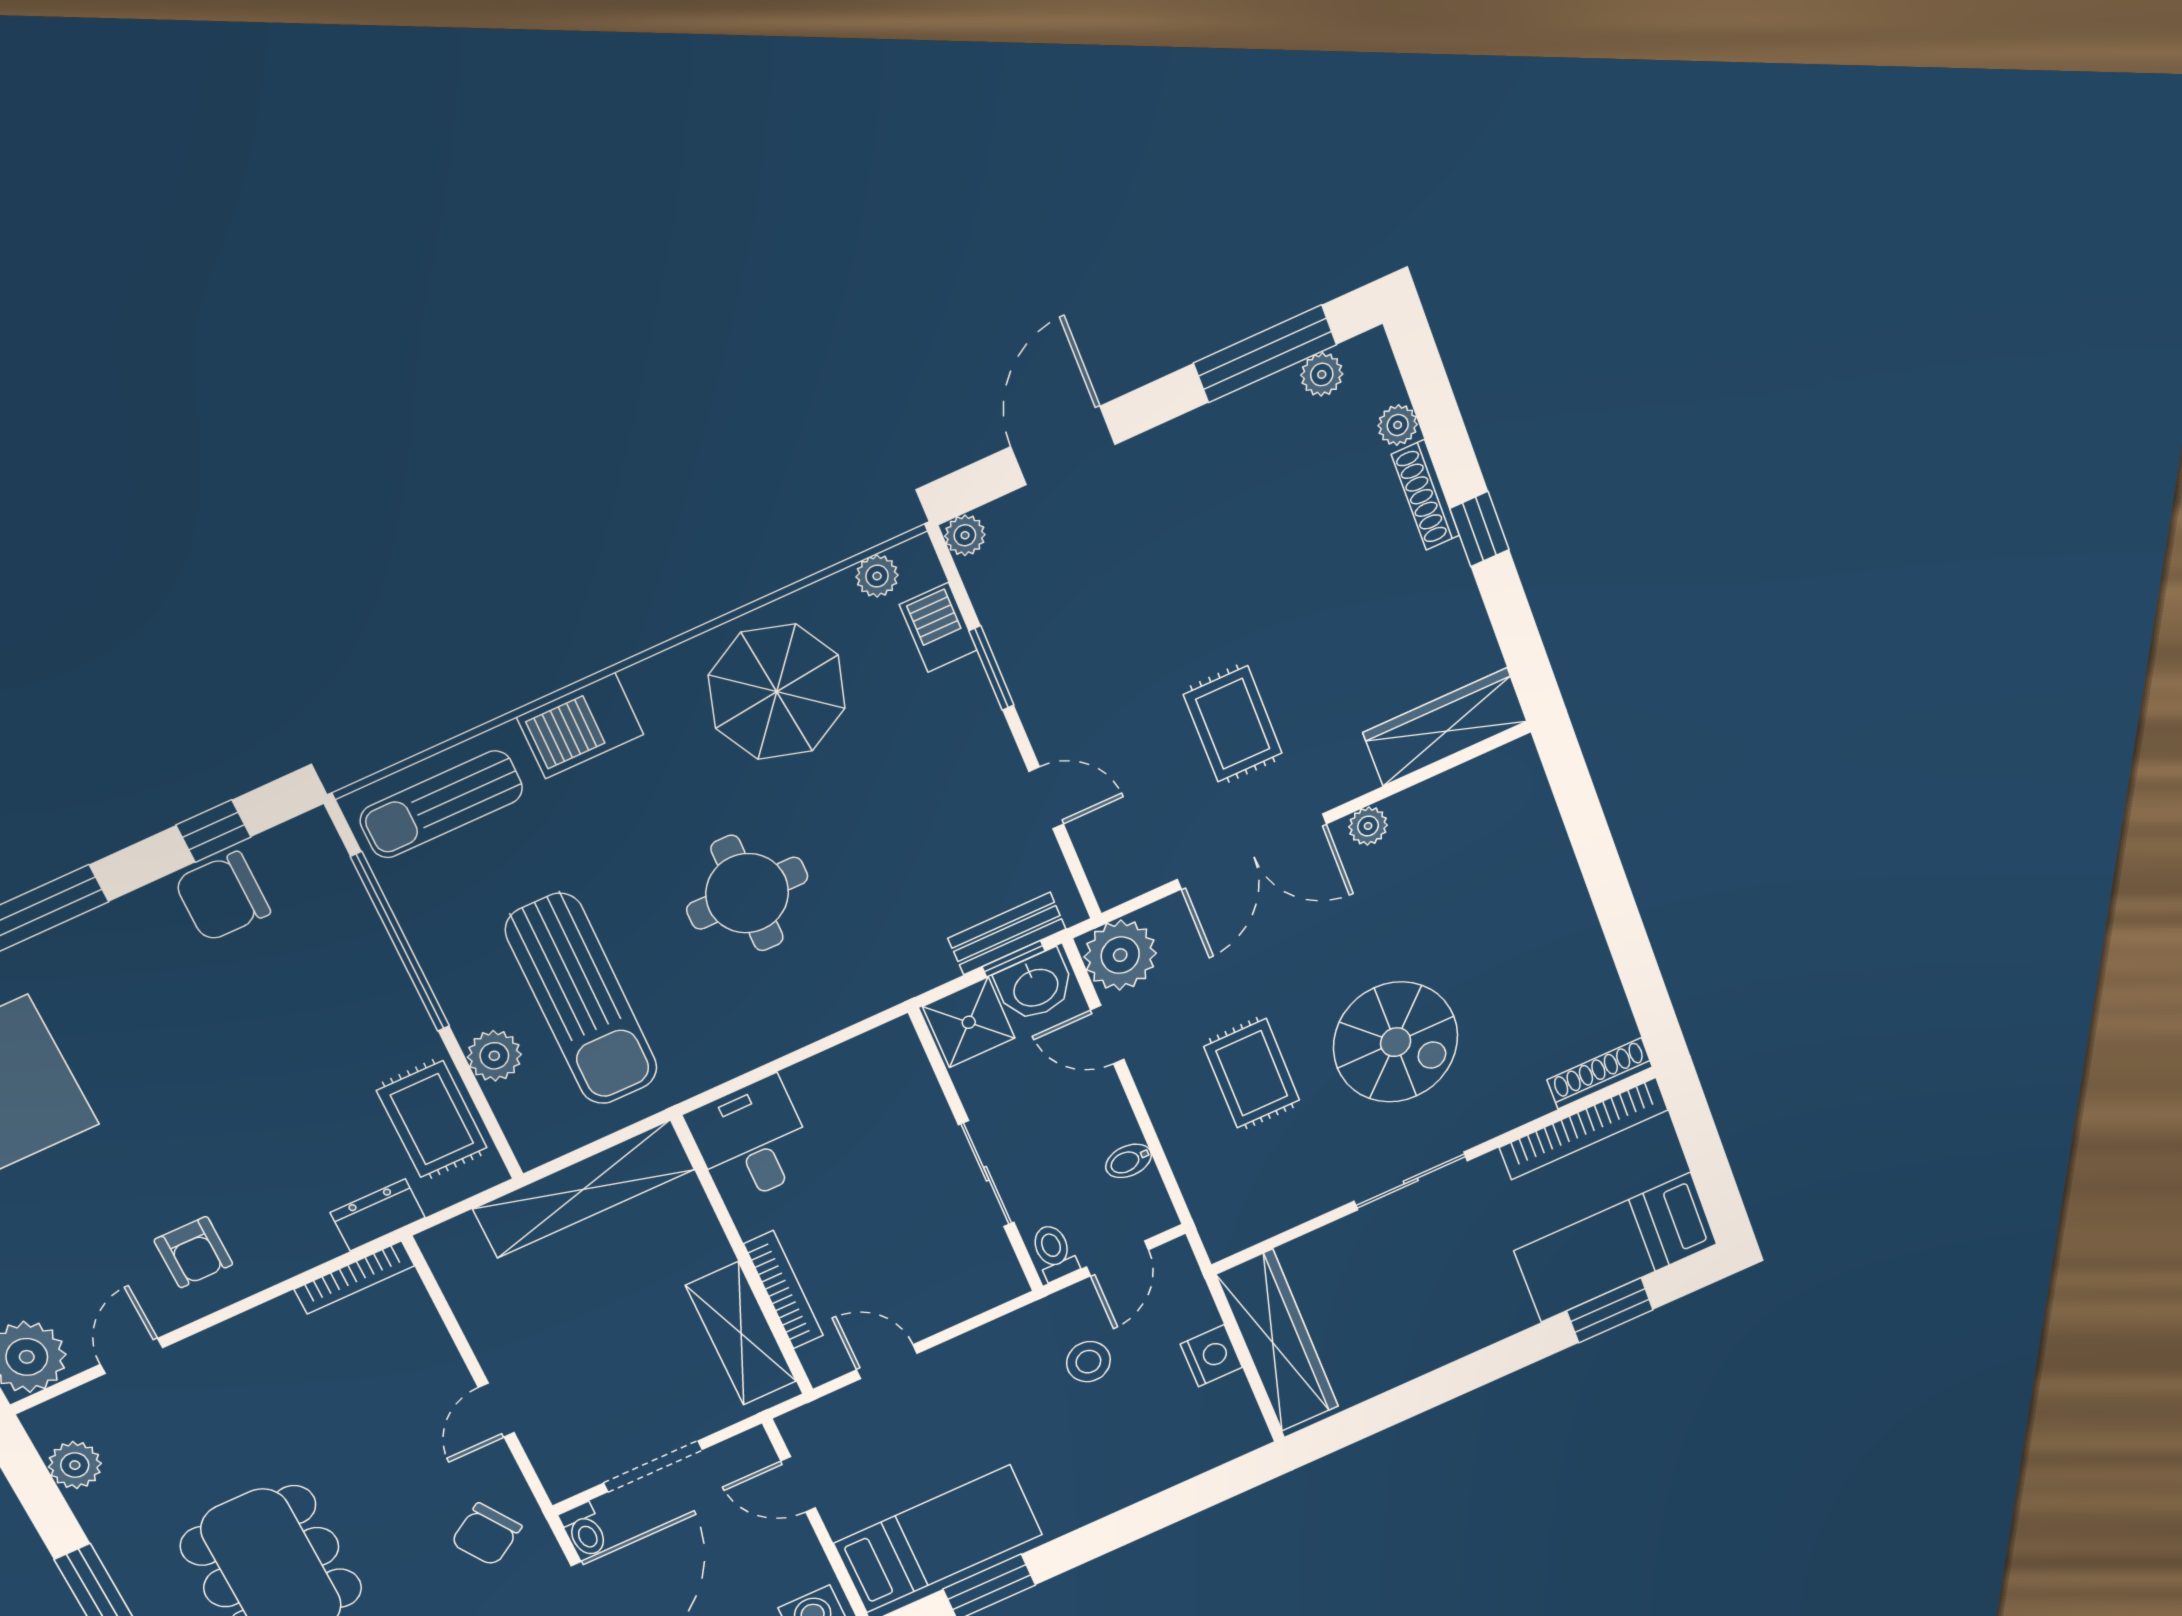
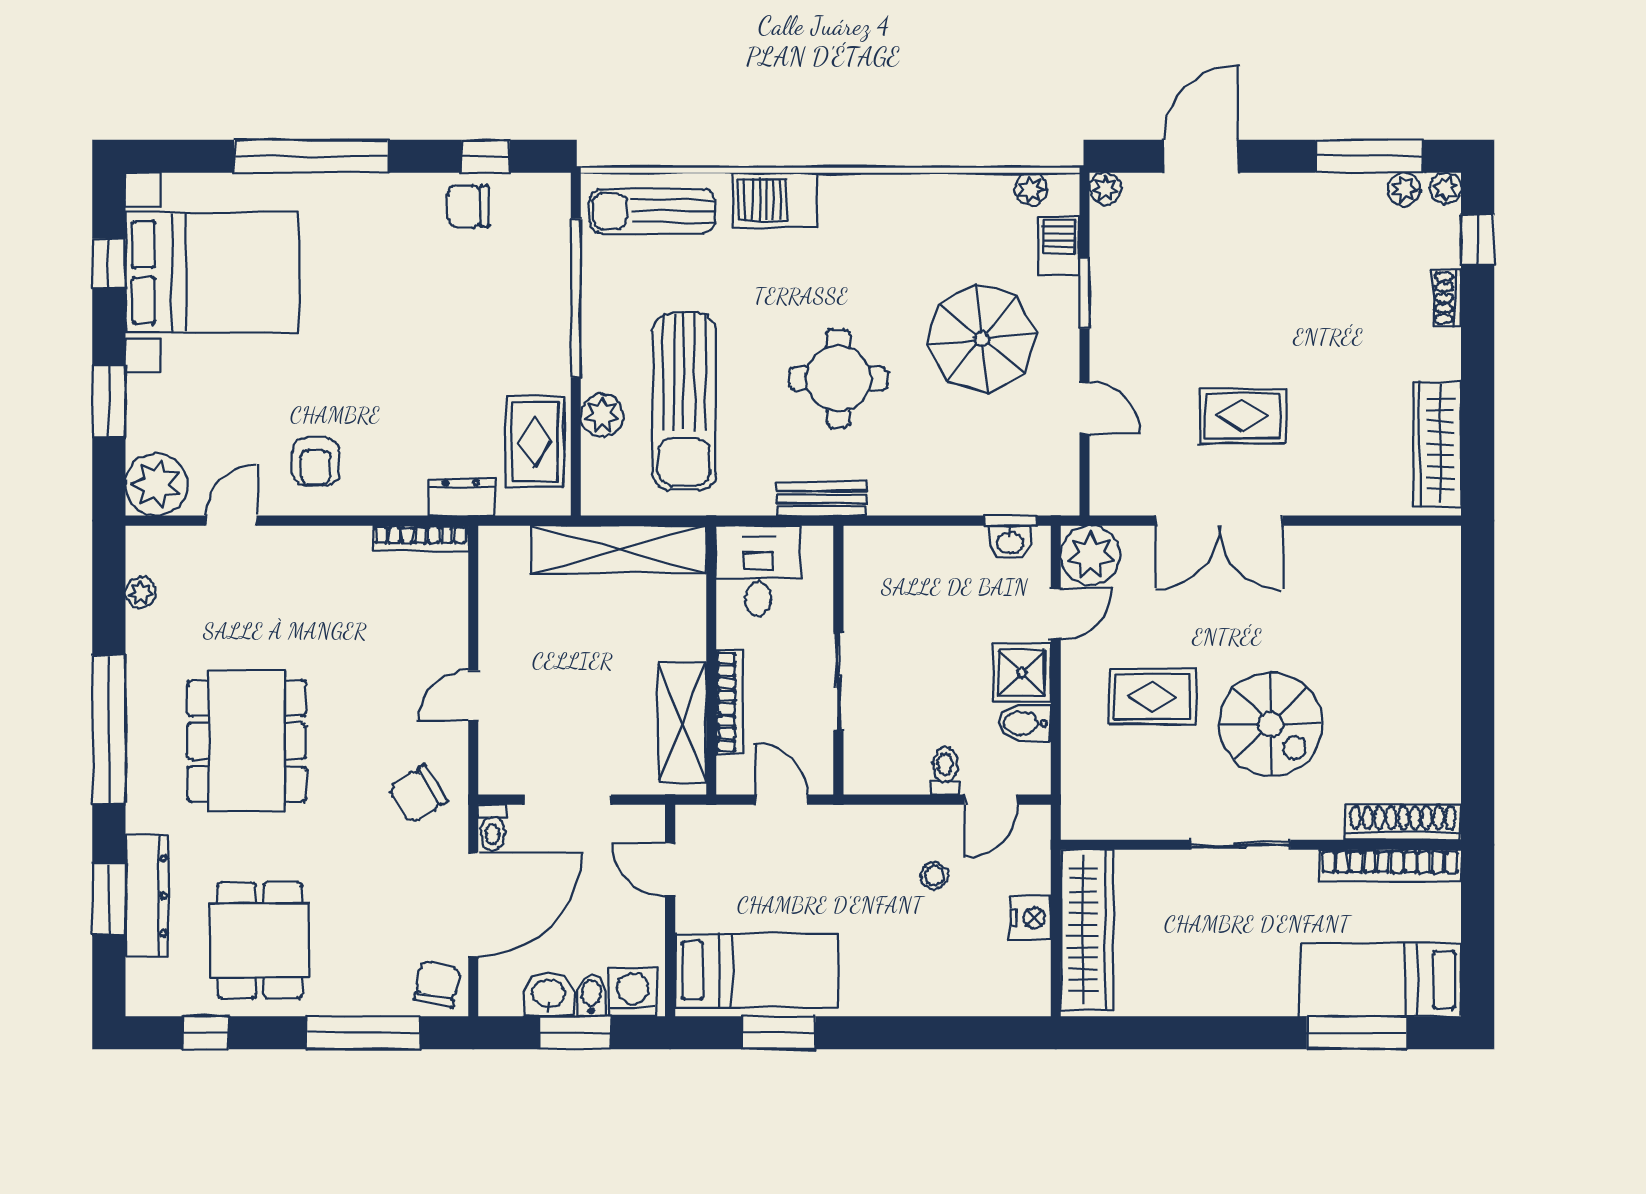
plant: (1398, 425) -> (1446, 188), moved
shoe rack: (1425, 495) -> (1447, 298), width x0.70
window: (1479, 529) -> (1478, 240), moved
parasol: (777, 692) -> (982, 339), moved
rug: (1233, 724) -> (1243, 416), turned 90
wardrobe: (1445, 727) -> (1437, 444), moved, turned -90
plant: (1368, 826) -> (1313, 541), removed
chair: (222, 897) -> (468, 206), width x0.73, depth x0.73
bench: (1007, 934) -> (821, 499), moved
washbasin: (1035, 986) -> (1010, 542), width x0.72, depth x0.69
shower: (969, 1022) -> (1022, 673), moved
door: (1107, 1035) -> (1056, 613), swing flipped
rug: (1252, 1073) -> (1152, 697), turned 90
shoe rack: (1600, 1073) -> (1403, 822), width x1.36, depth x1.24
wall: (976, 1152) -> (838, 660), moved
bidet: (1128, 1161) -> (1024, 723), width x1.38, depth x1.36
sliding door: (986, 1174) -> (838, 682), moved
window: (1610, 1310) -> (1357, 1033), width x1.44
stool: (1088, 1362) -> (934, 876), width x0.73, depth x0.73
plant: (75, 1465) -> (141, 592), width x0.73, depth x0.73

